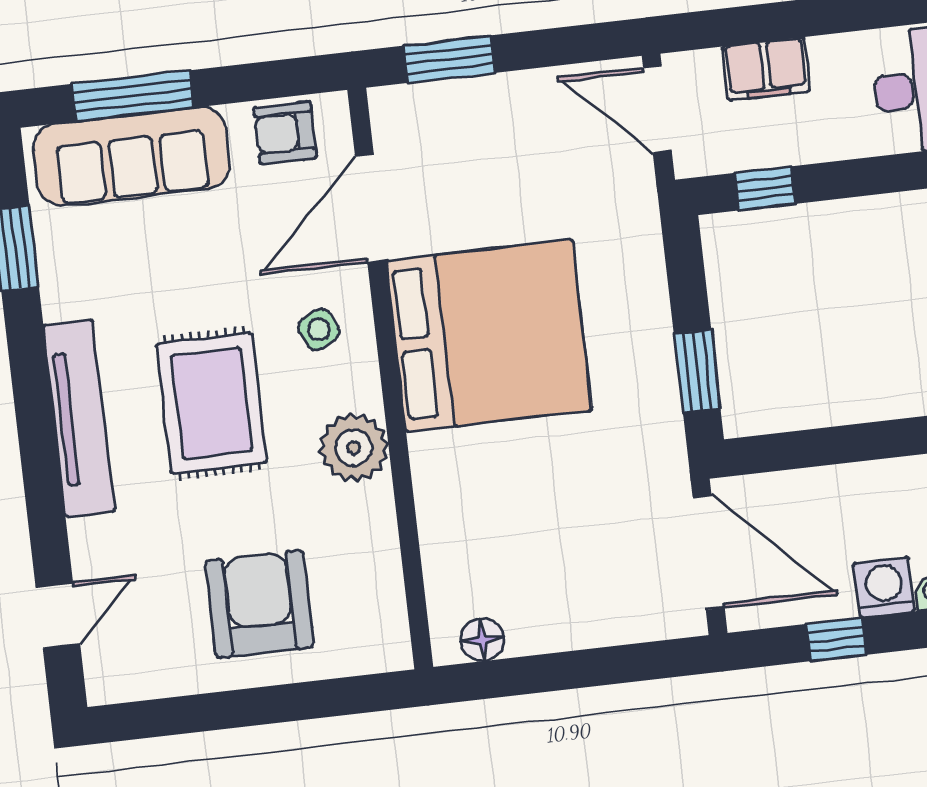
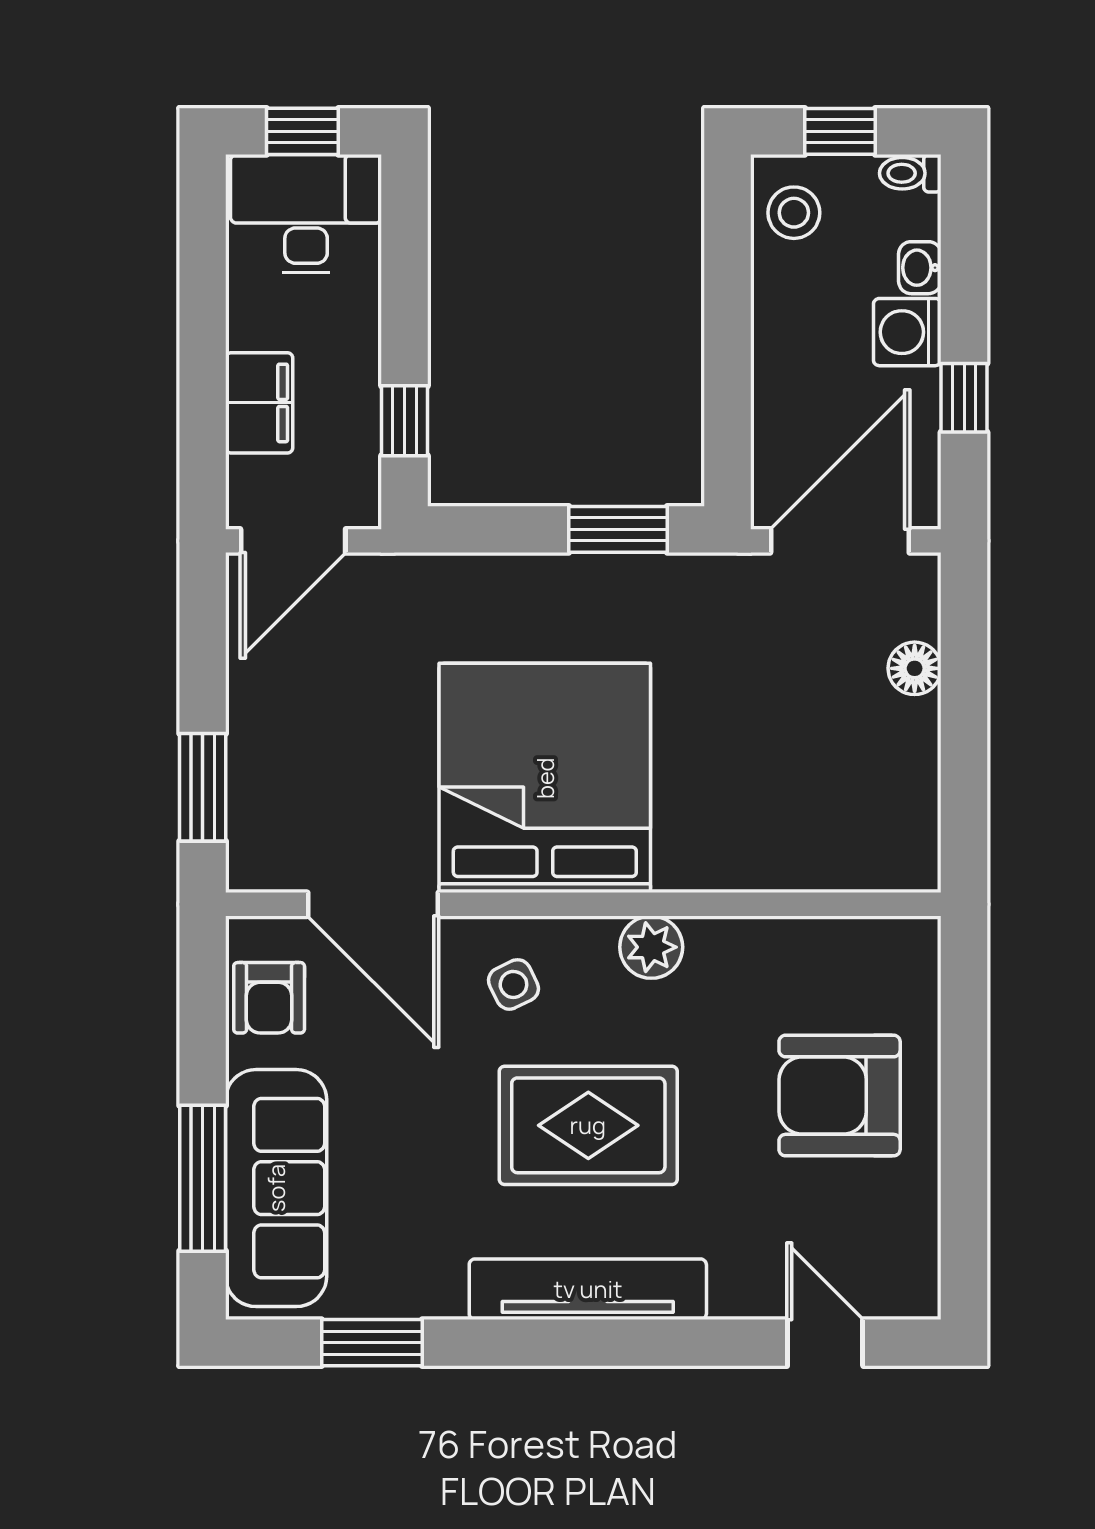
plant: (354, 448) -> (651, 947), width x0.73, depth x0.73
floor lamp: (482, 640) -> (915, 668), moved

